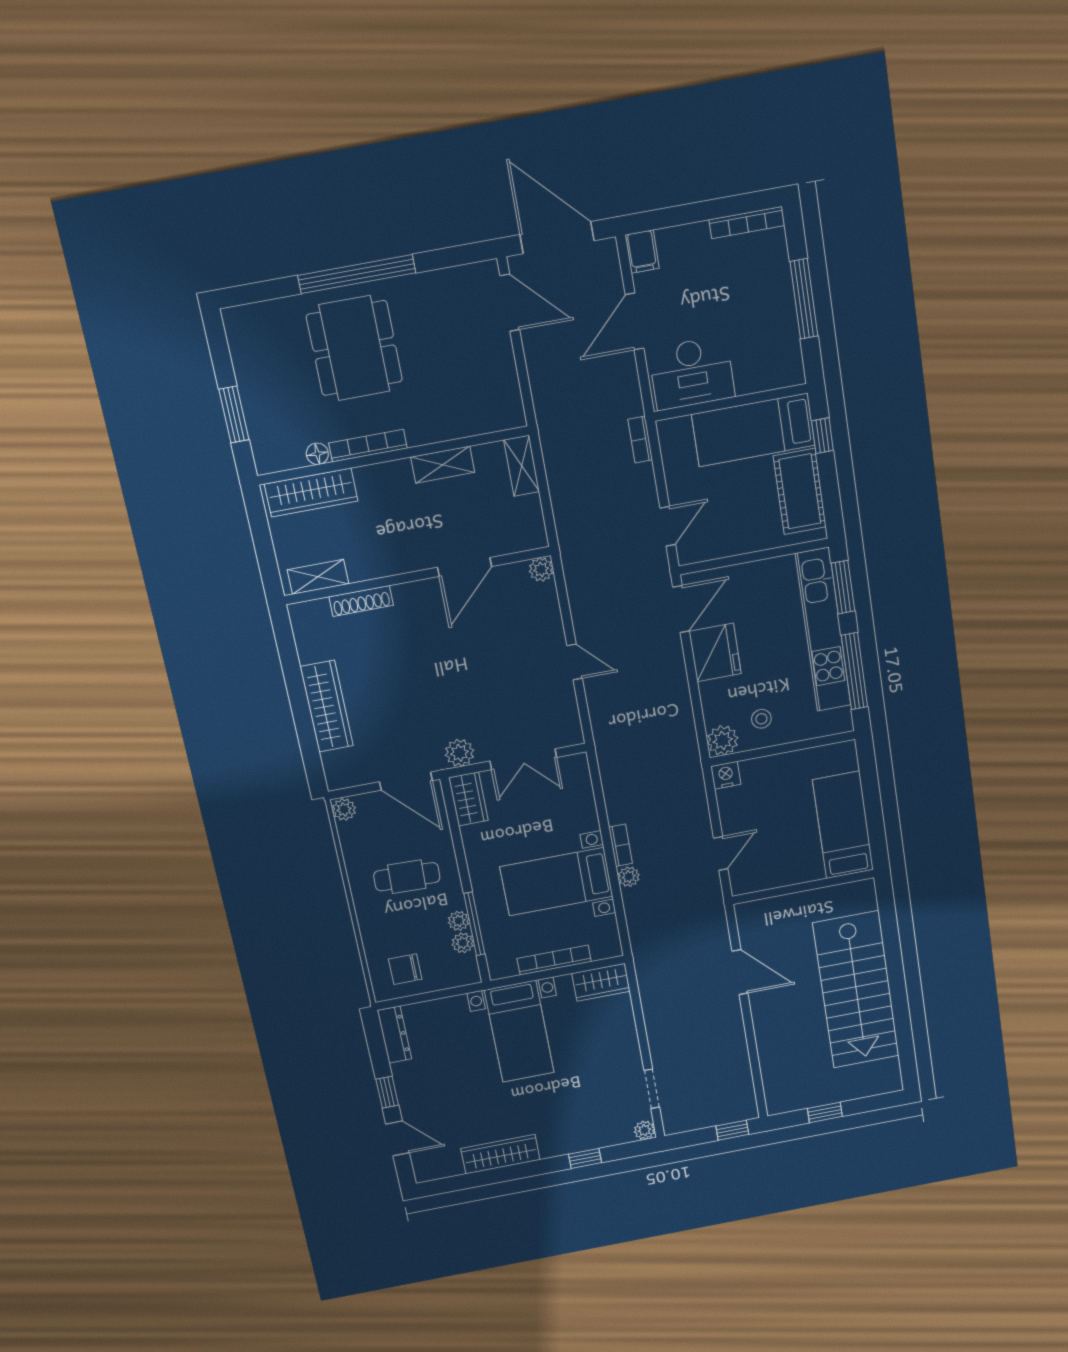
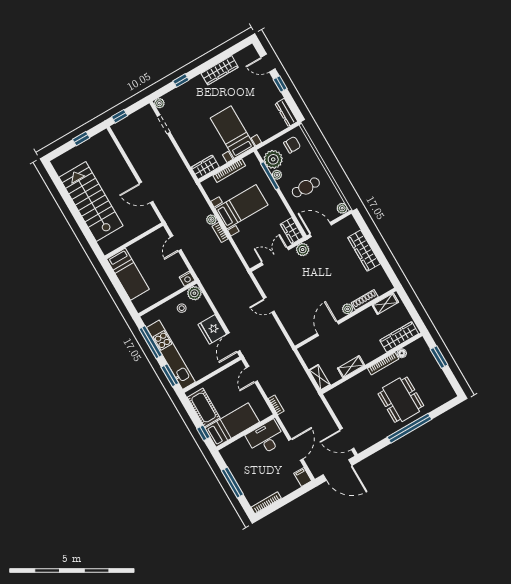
plant: (541, 569) -> (348, 309), moved
plant: (463, 943) -> (273, 159), width x1.87, depth x1.87

